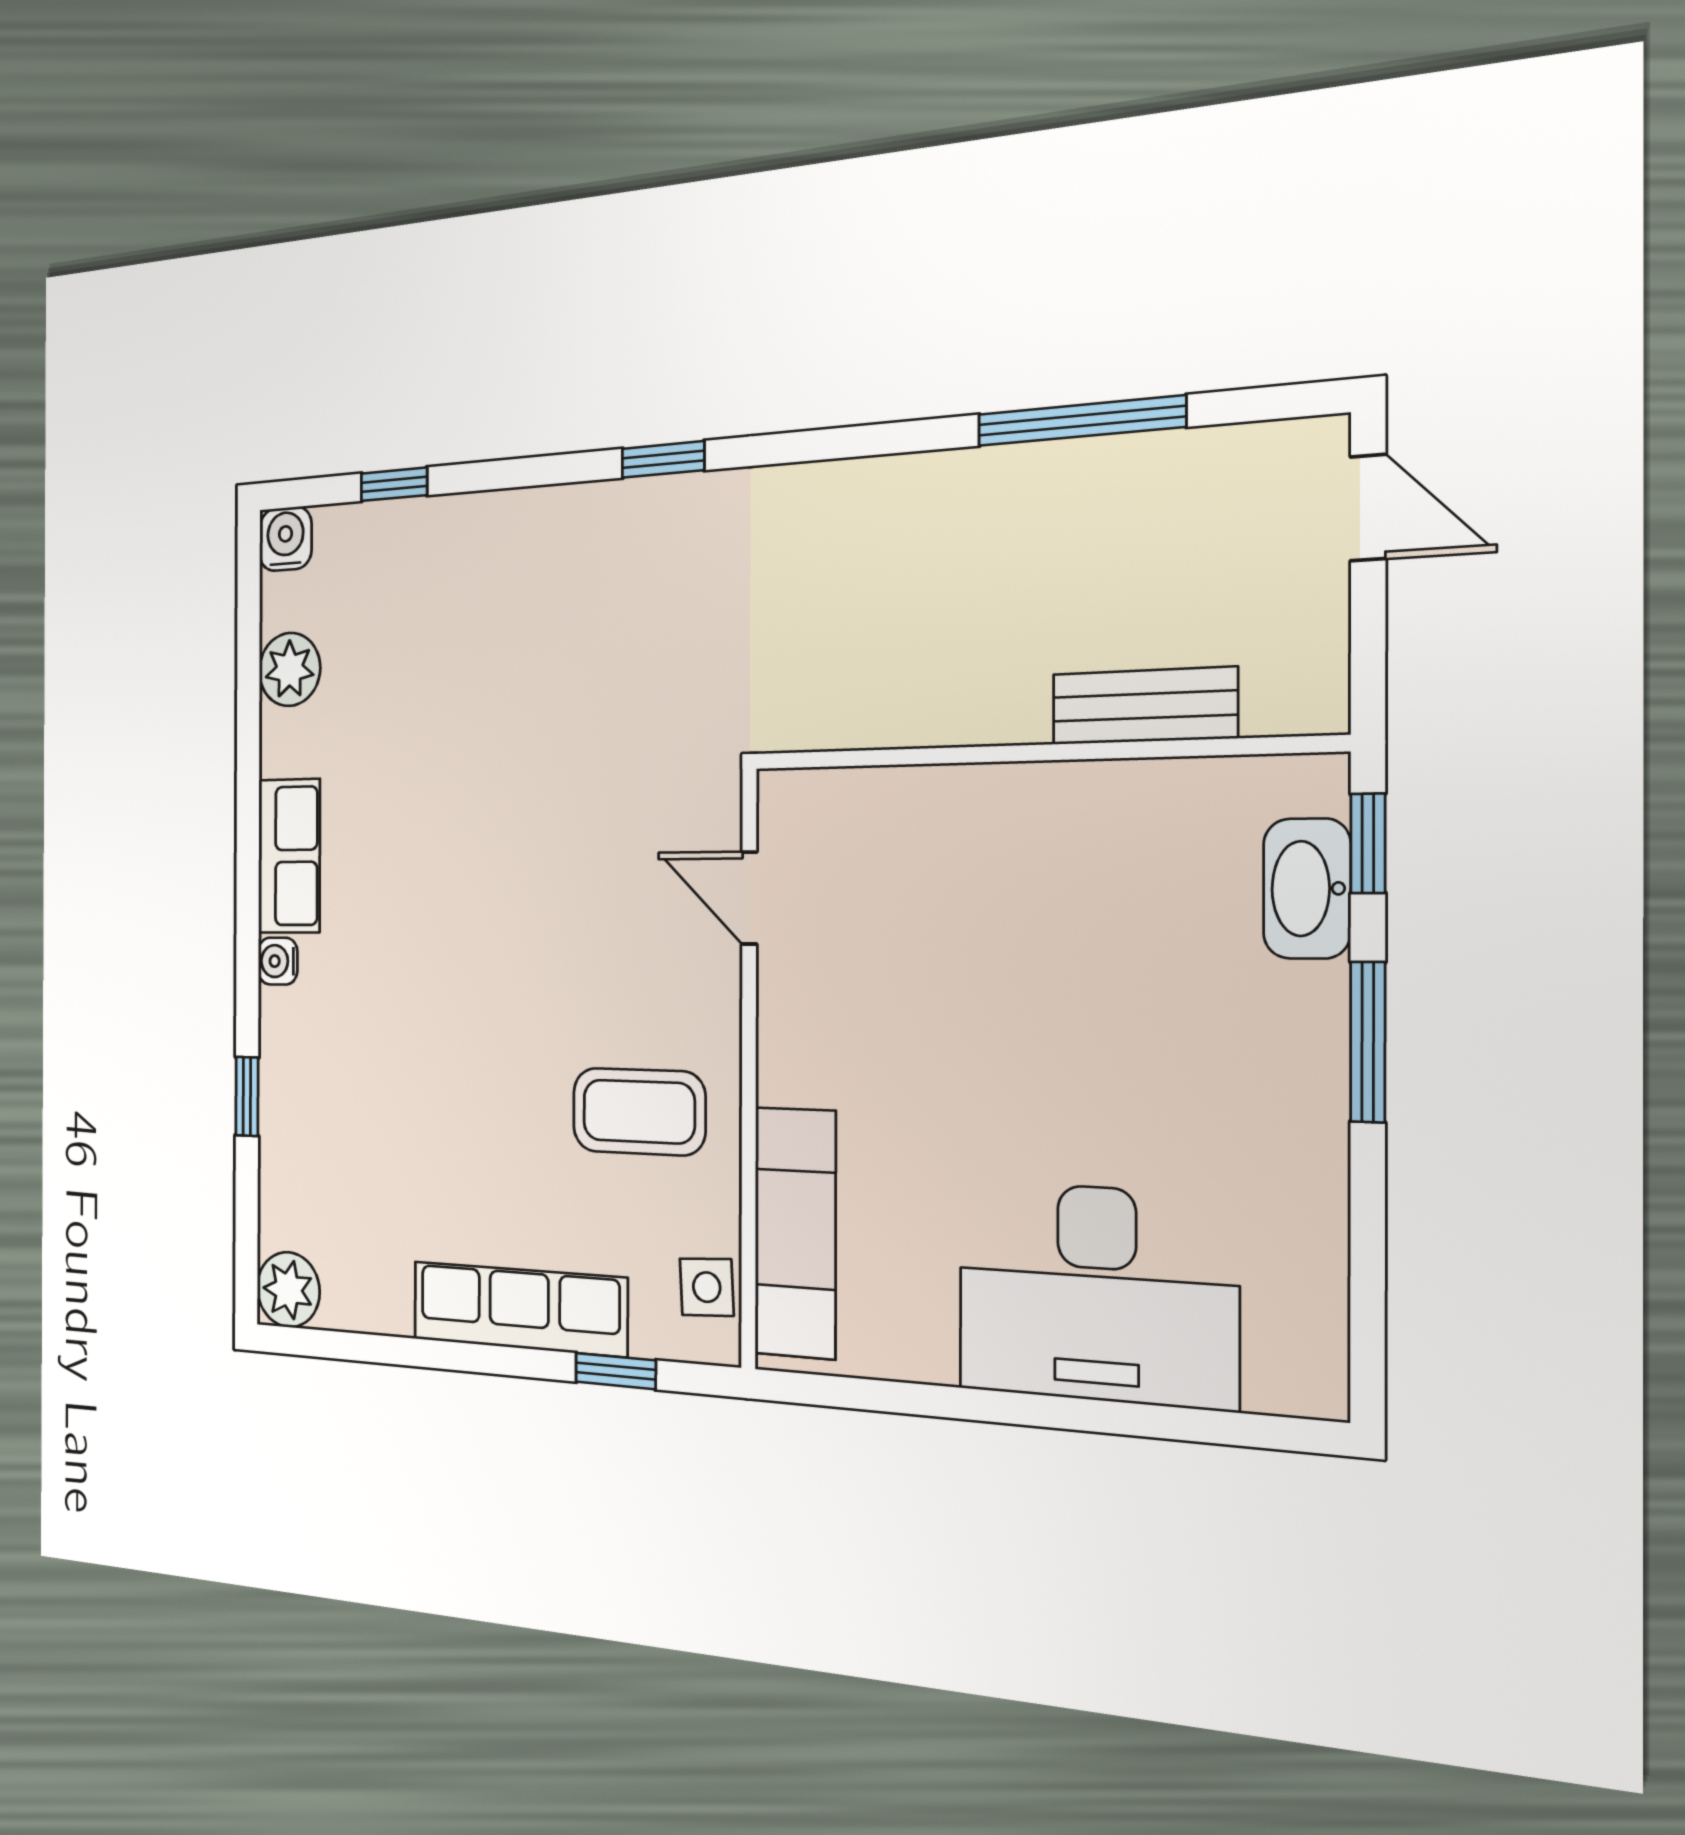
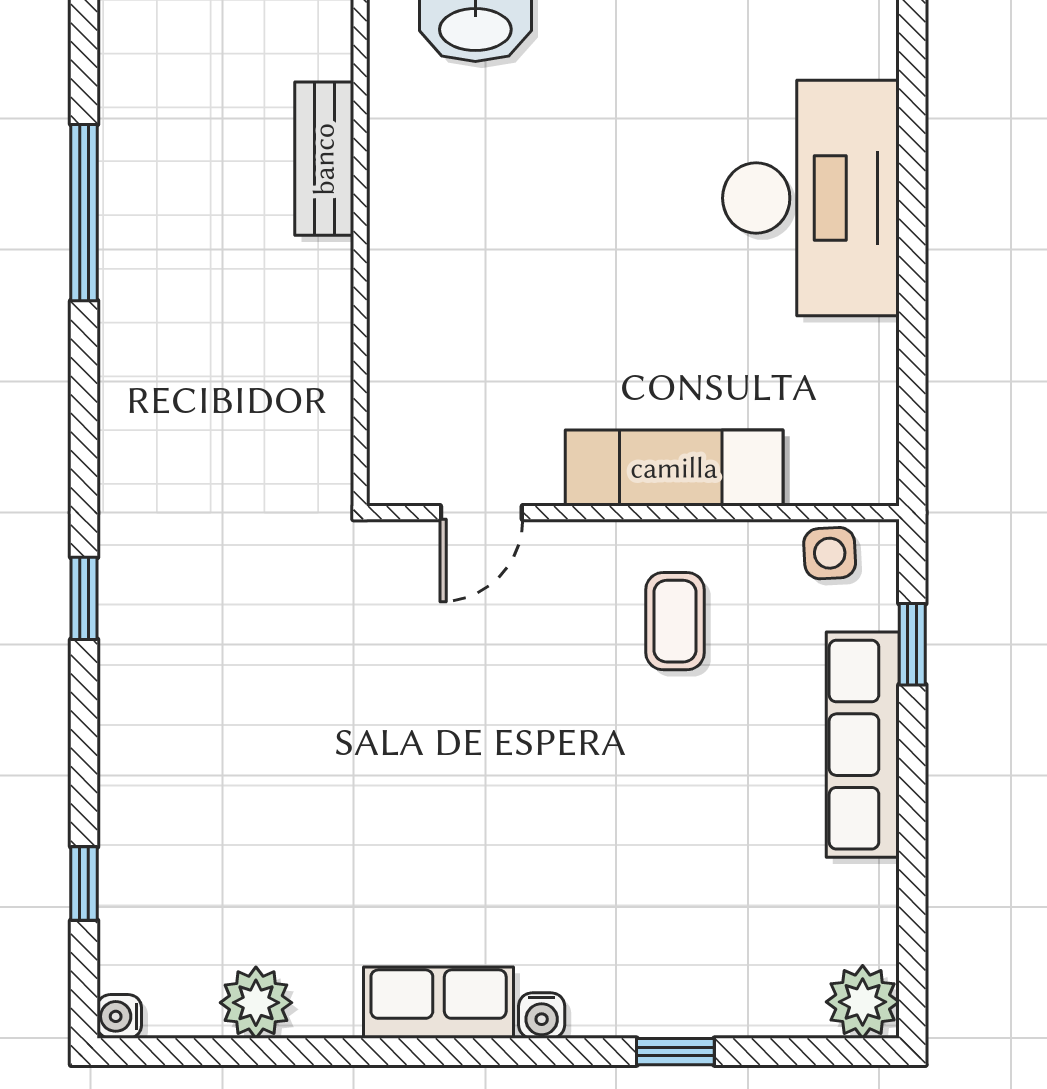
water cooler: (285, 539) -> (119, 1016), width x0.72, depth x0.72
coffee table: (639, 1112) -> (675, 621), width x0.73, depth x0.77
exam couch: (795, 1233) -> (674, 468), moved

